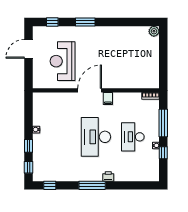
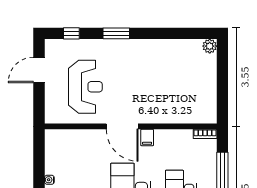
reception desk: (63, 61) -> (85, 87), turned 180
door: (90, 90) -> (122, 126), swing flipped

